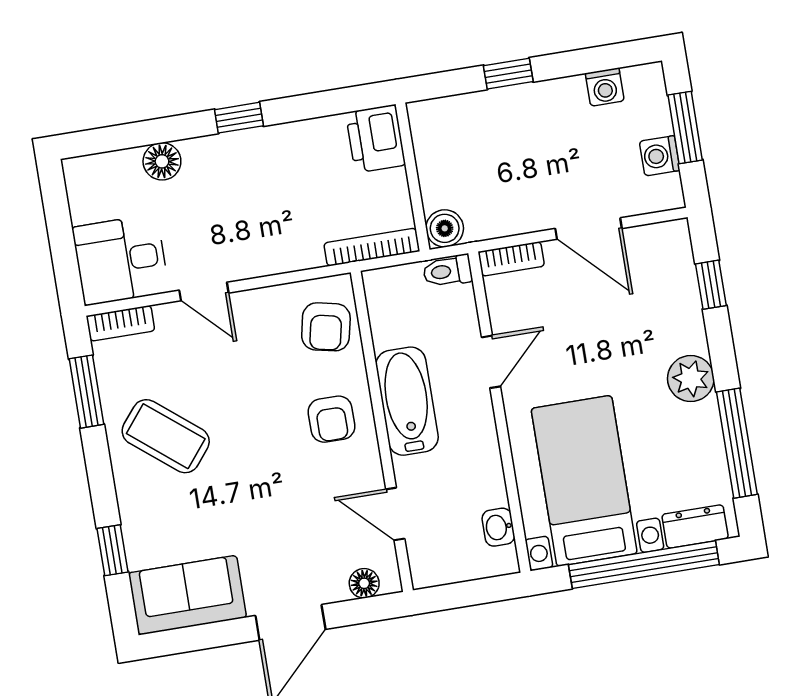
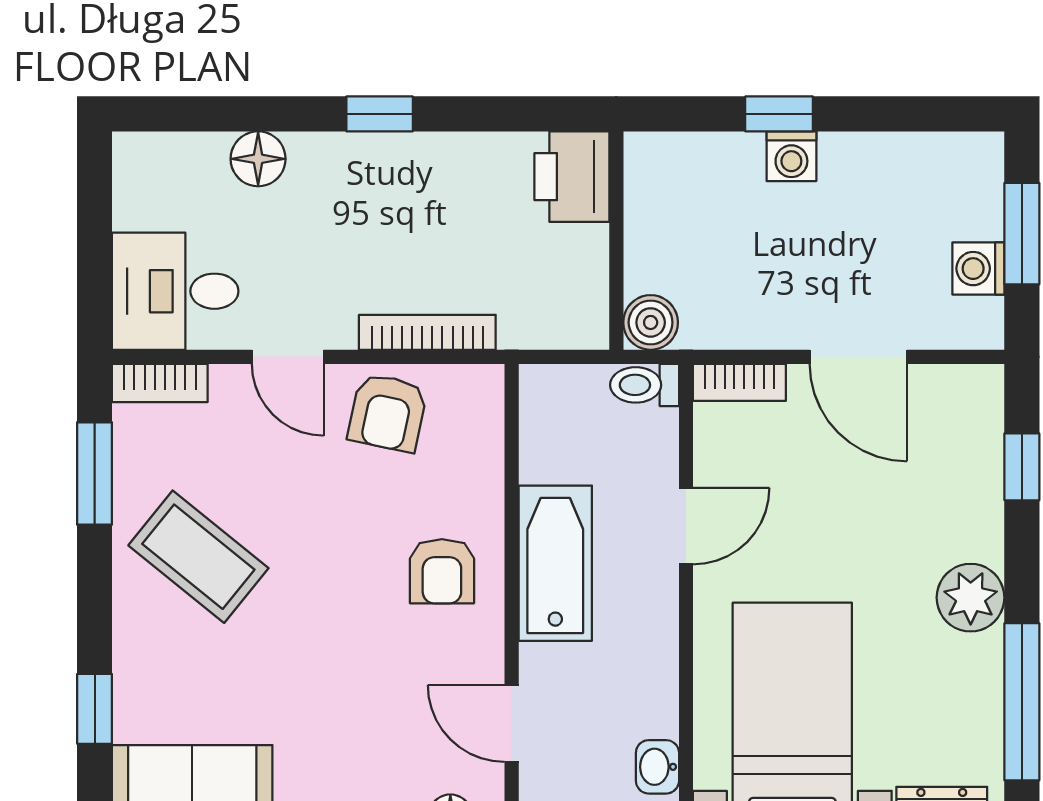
washing machine: (605, 87) -> (791, 156), moved
bookcase: (372, 247) -> (427, 332), moved
armchair: (326, 327) -> (388, 413), moved

